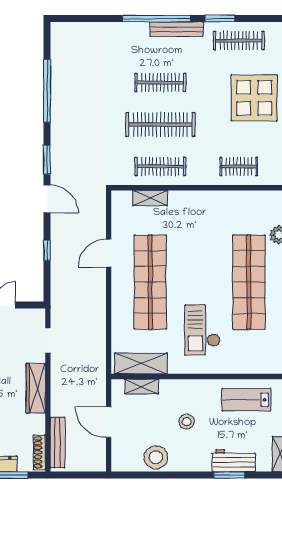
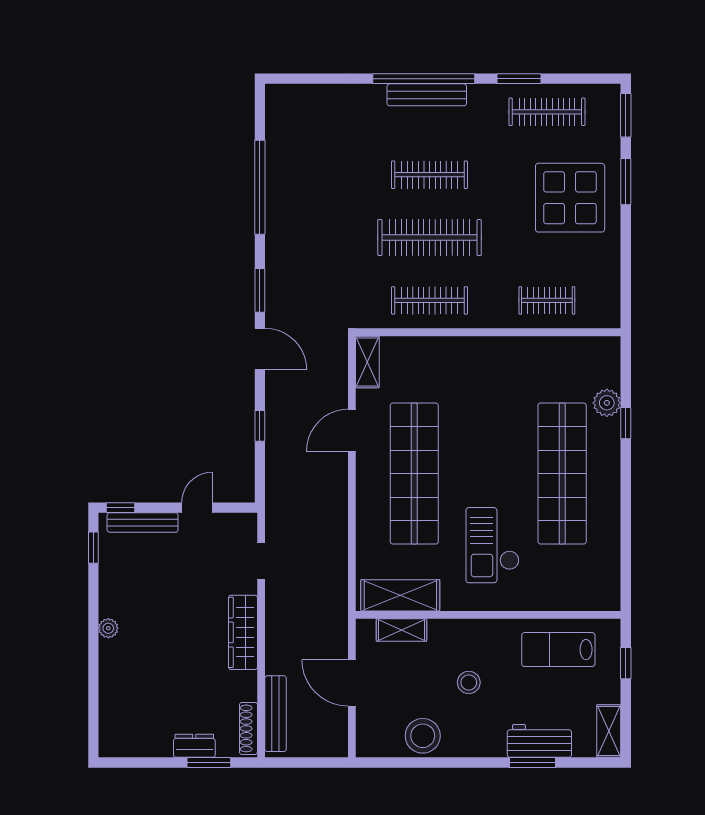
bench: (177, 29) -> (427, 95), moved
shelving: (150, 198) -> (367, 362), moved, turned 90

